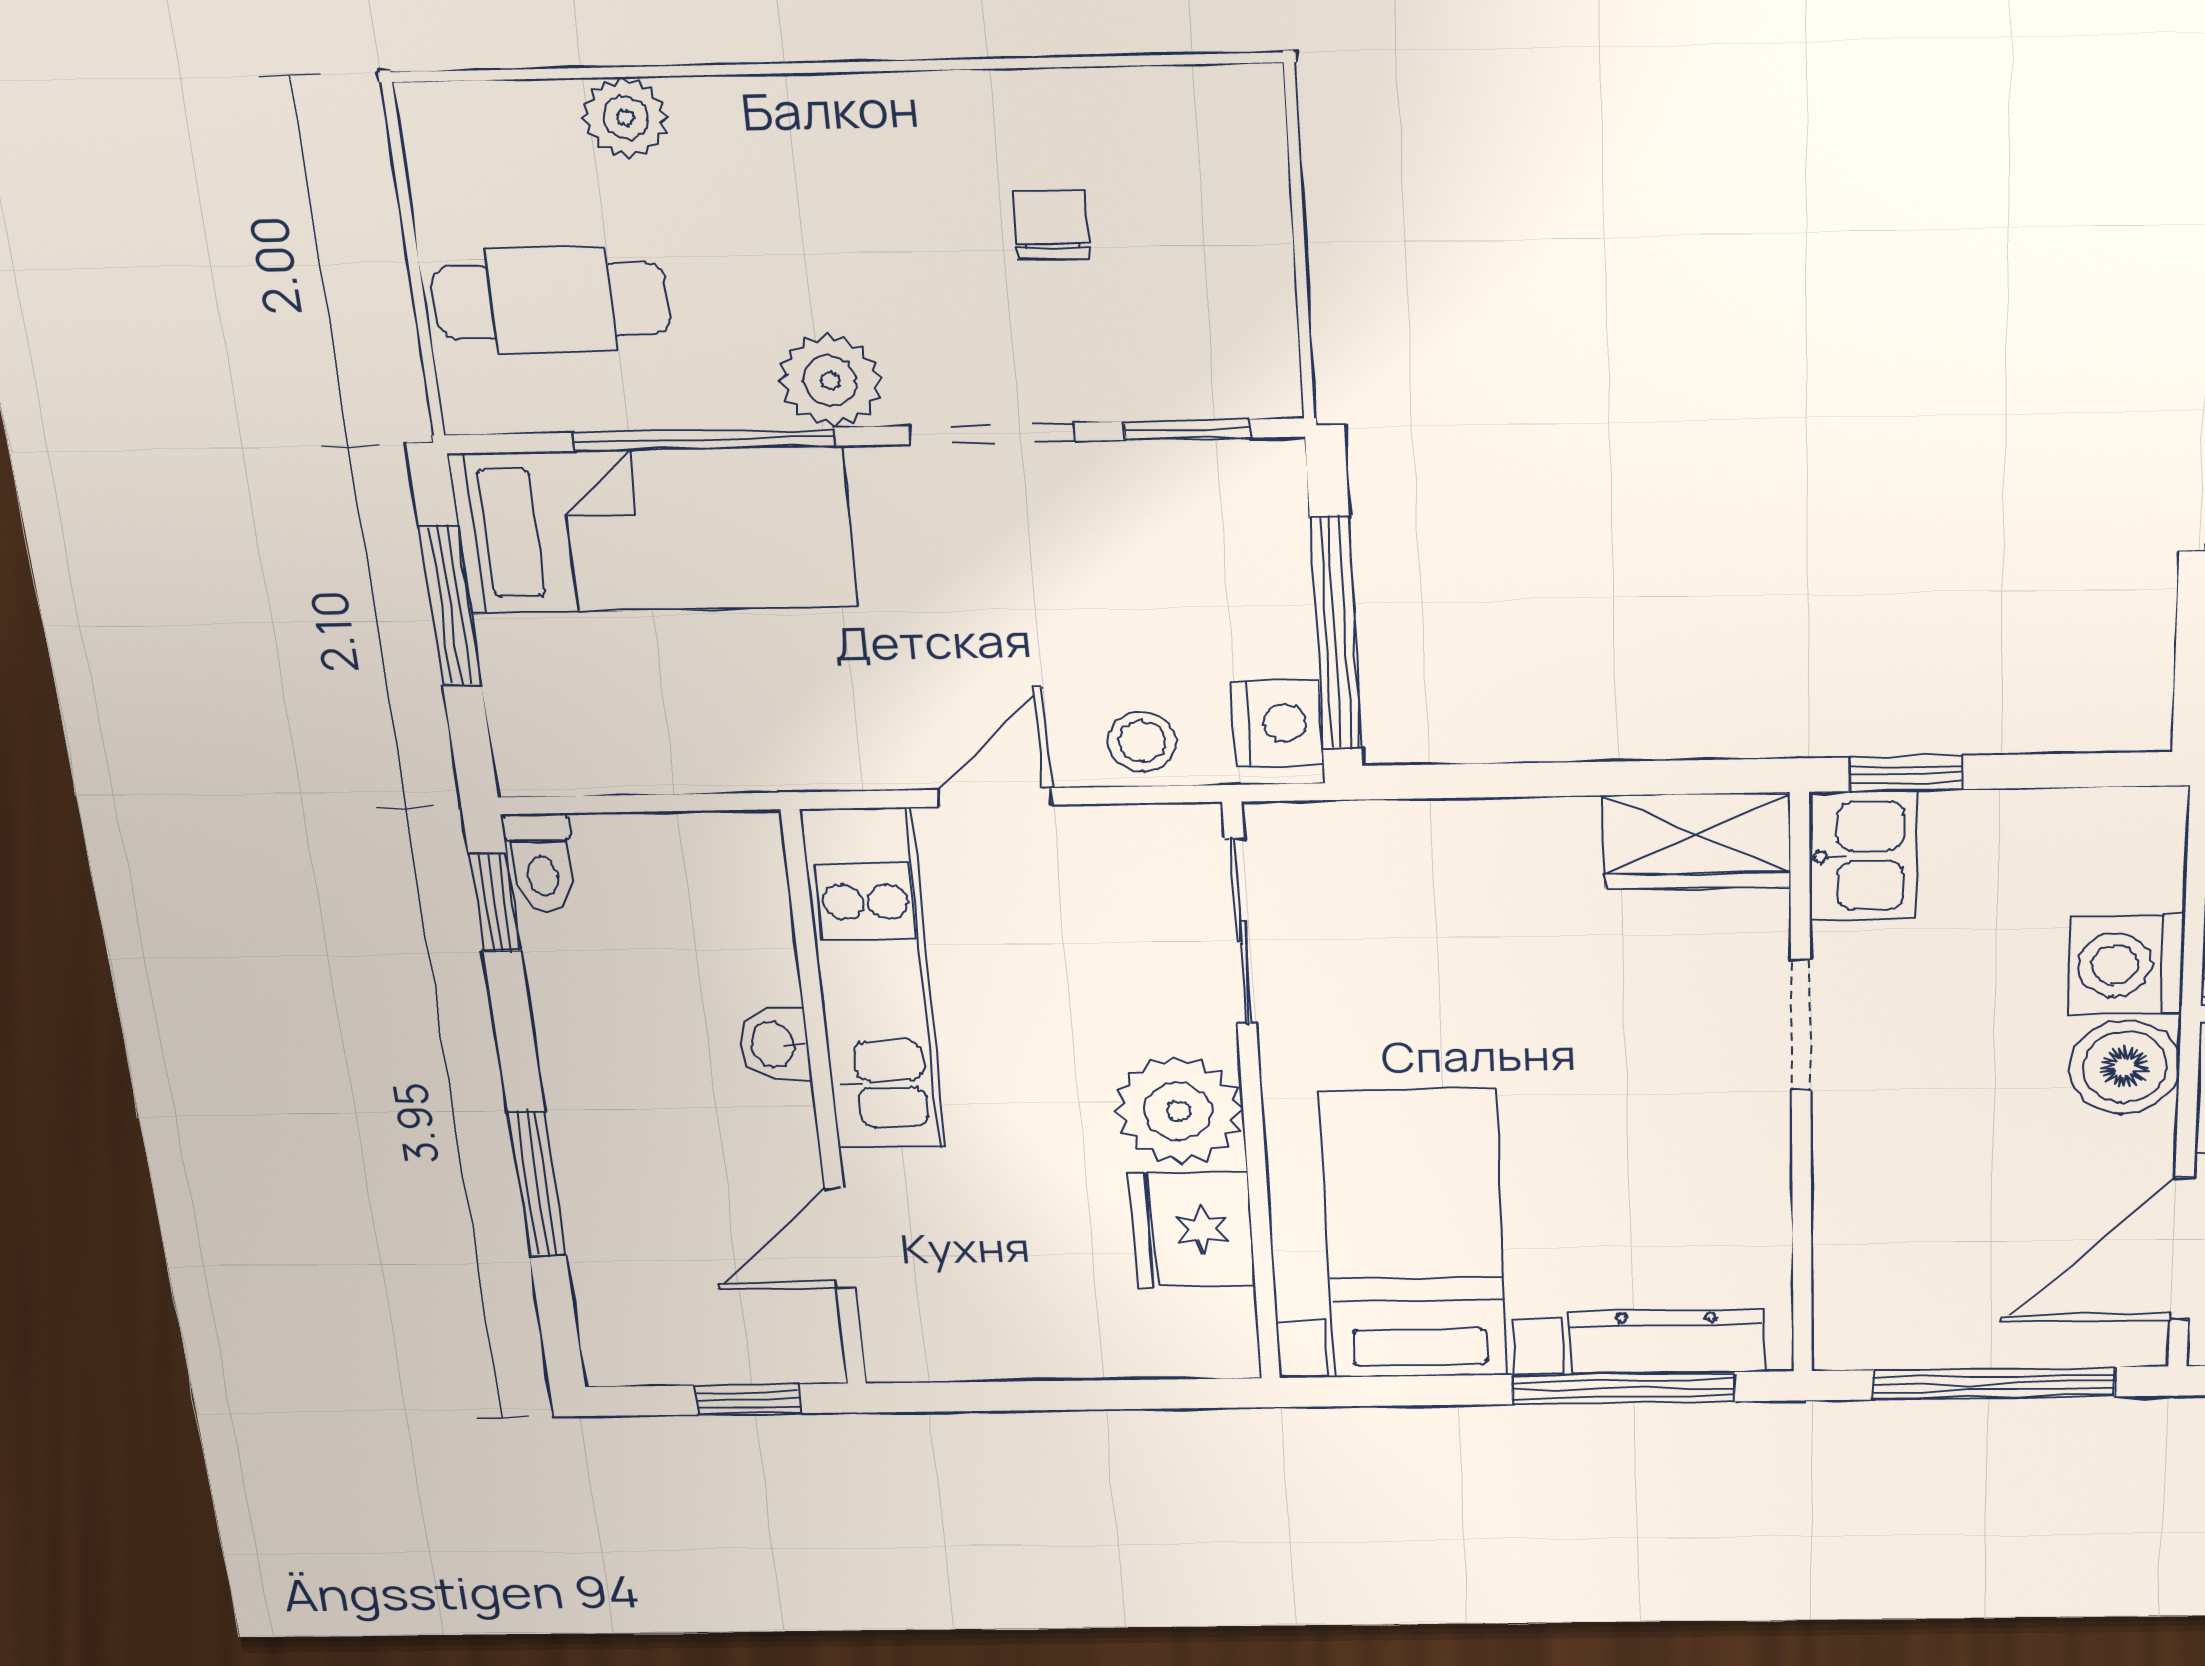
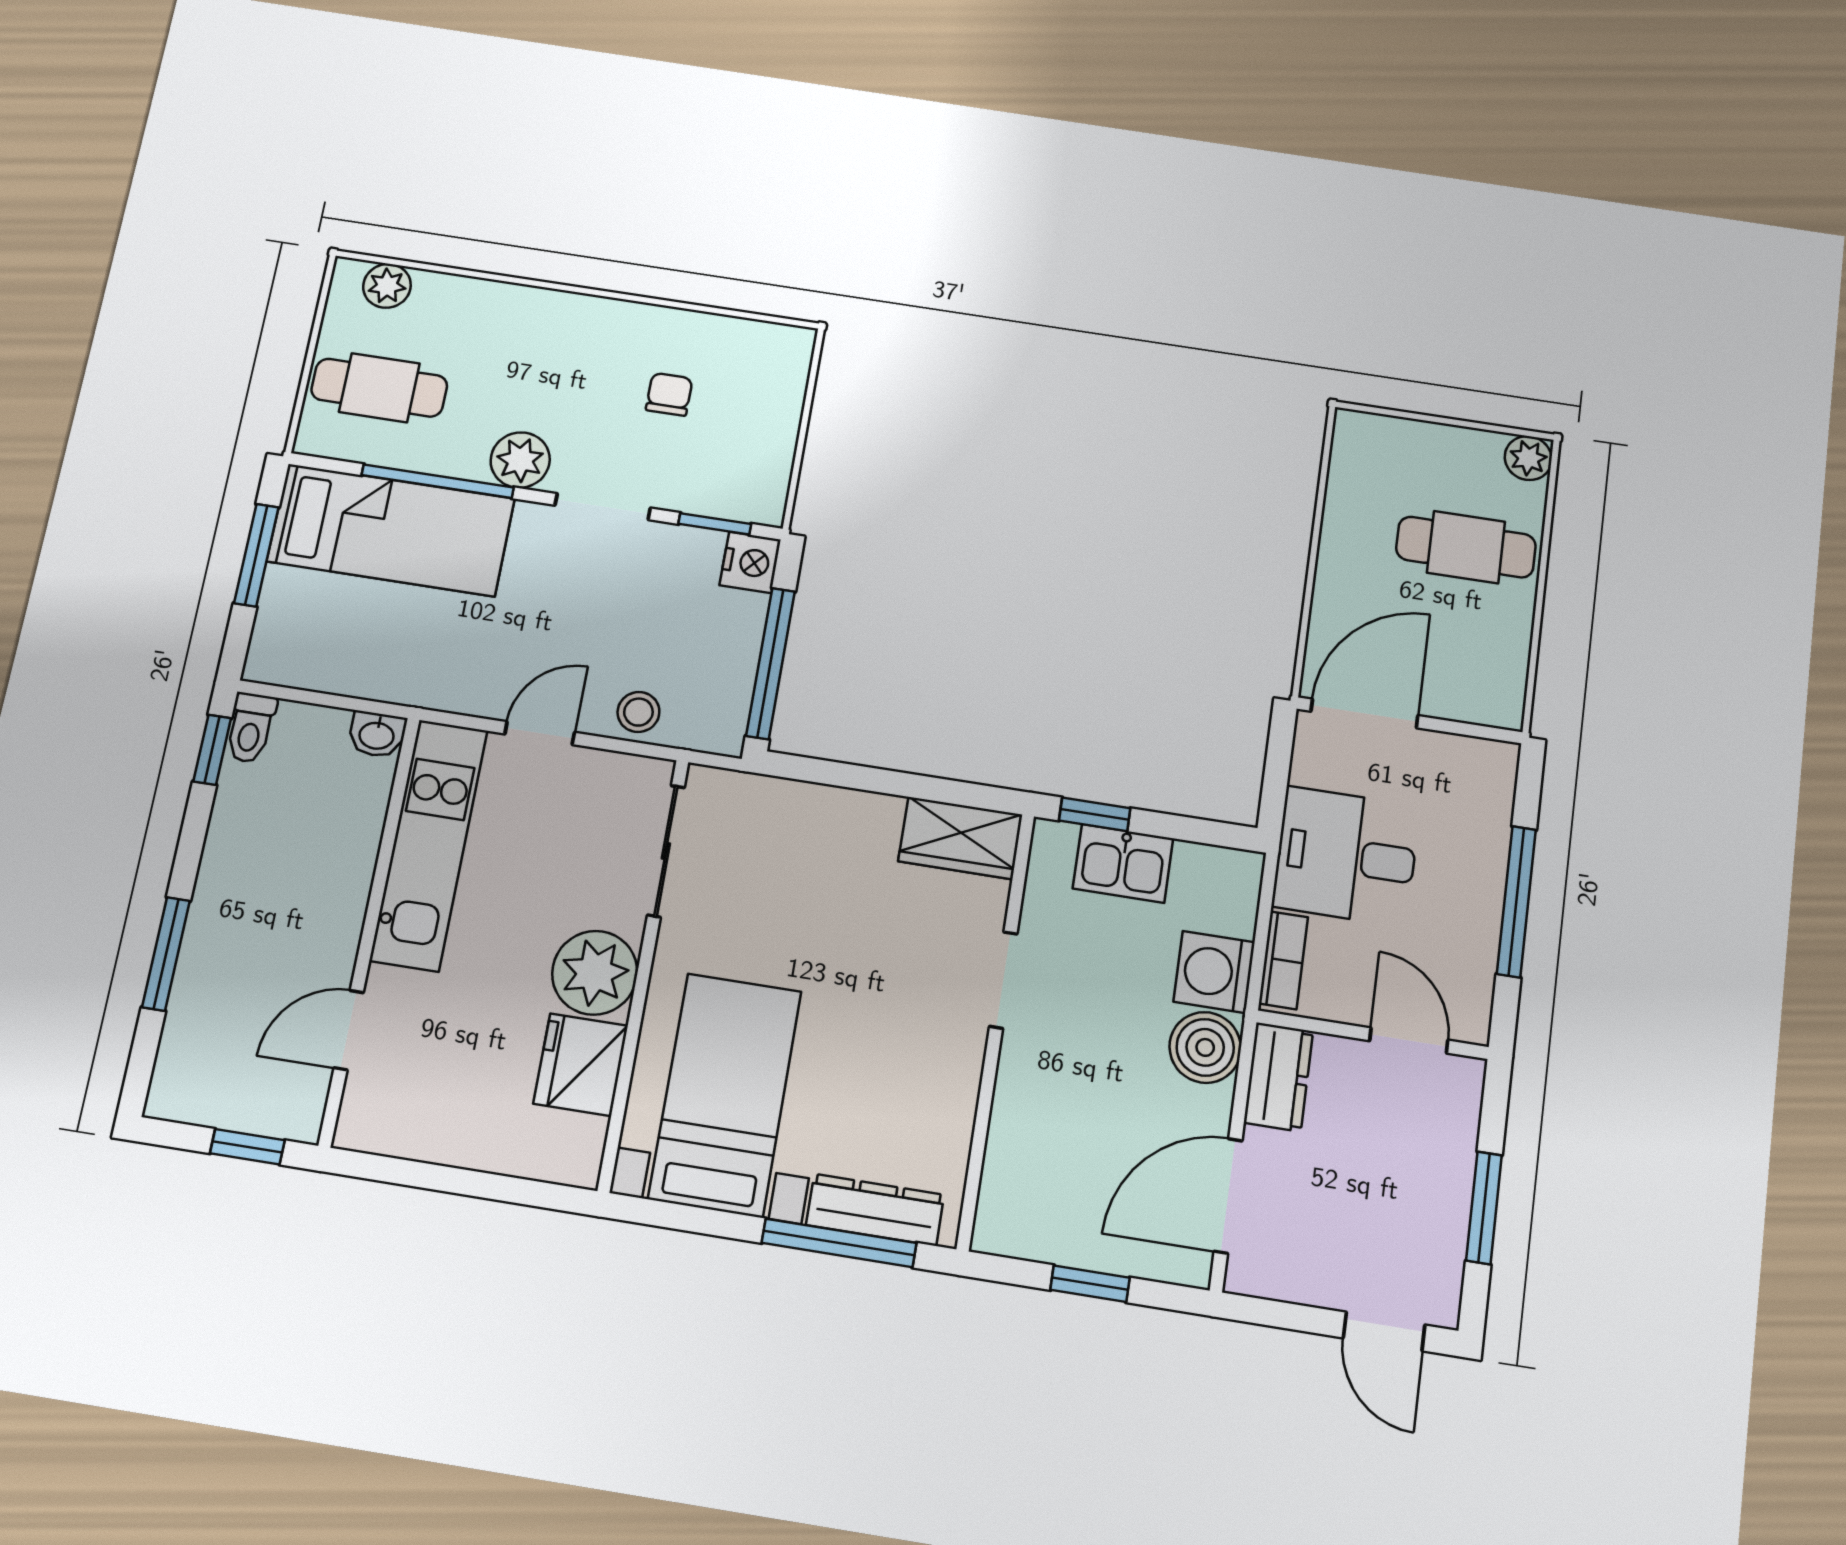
plant: (625, 118) -> (387, 286), moved
nightstand: (1278, 723) -> (750, 562), moved
kitchen sink: (1863, 856) -> (1123, 863), moved, turned 90
washbasin: (774, 1044) -> (377, 735), moved, turned -90
window: (1994, 1383) -> (1090, 1284), width x0.46

